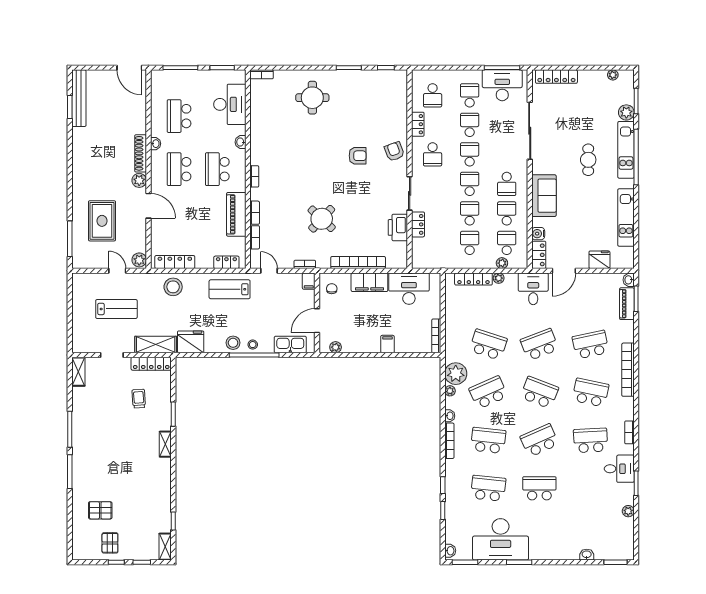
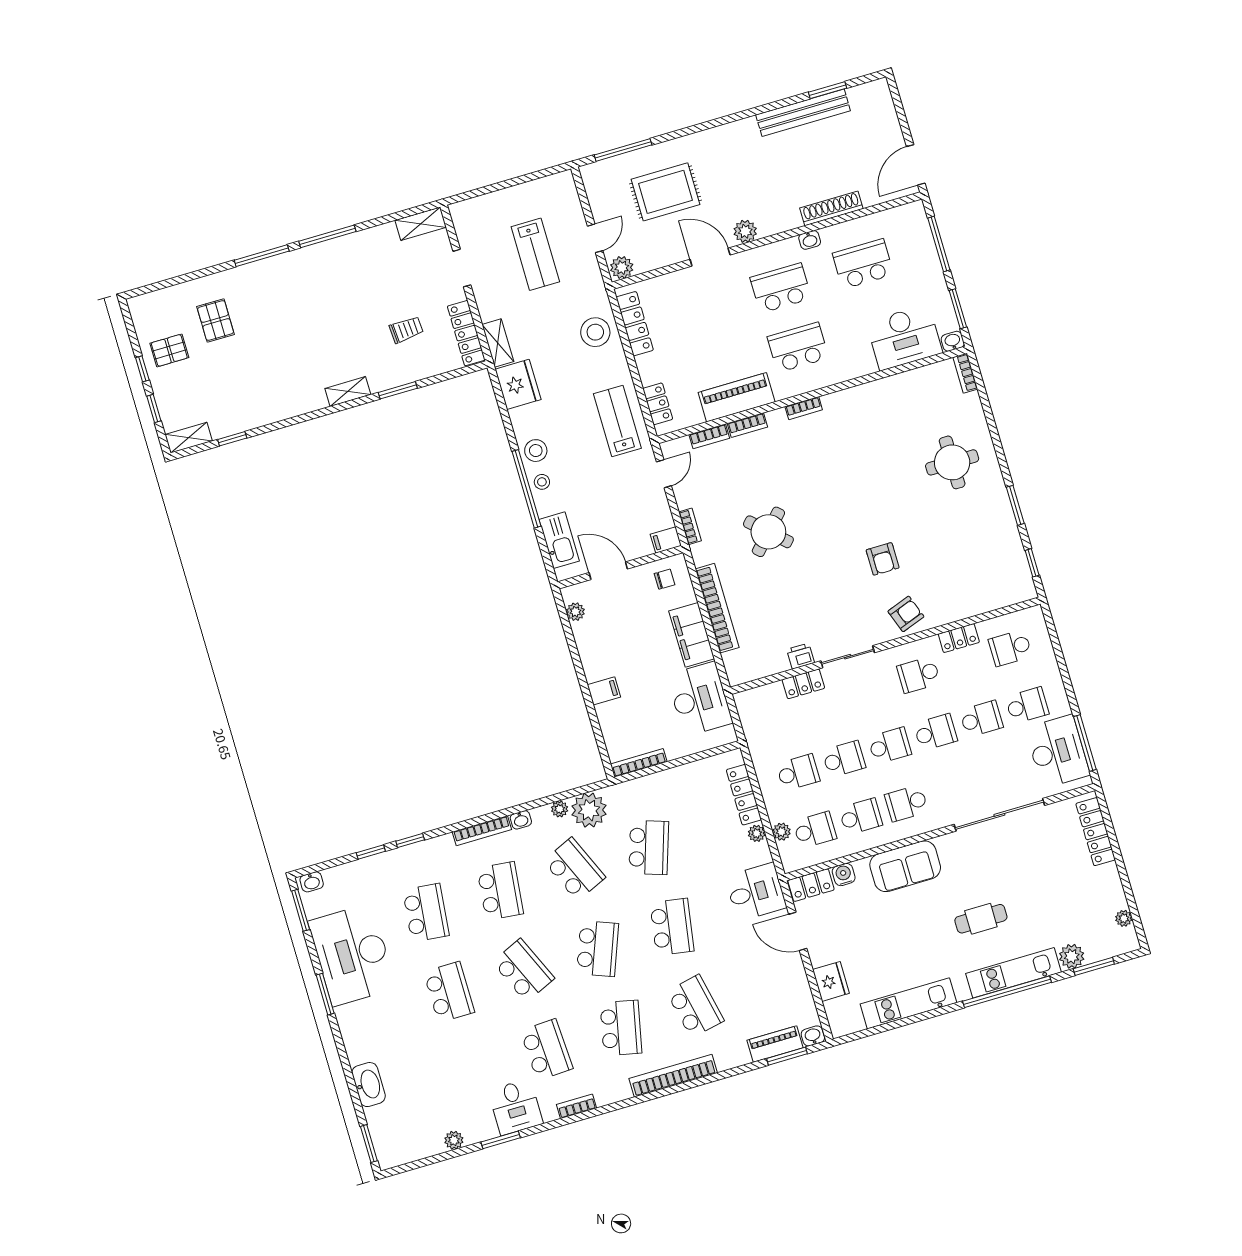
bench: (79, 98) -> (803, 113), moved
washbasin: (240, 142) -> (953, 341), moved
shoe rack: (141, 153) -> (831, 208), moved
door: (148, 206) -> (710, 257), swing flipped
printer: (398, 227) -> (801, 656), width x0.53, depth x0.68
shelving: (156, 345) -> (498, 343), width x0.67, depth x0.75
school desk: (539, 345) -> (672, 927), turned 30
washbasin: (587, 555) -> (369, 1085), width x1.91, depth x1.45

